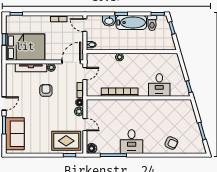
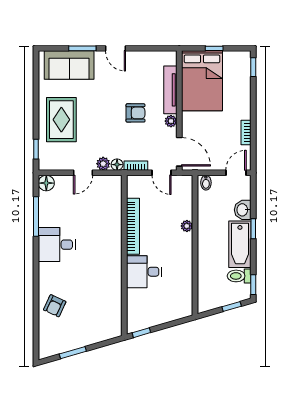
desk: (159, 85) -> (144, 272), moved
rug: (66, 141) -> (61, 120), moved

